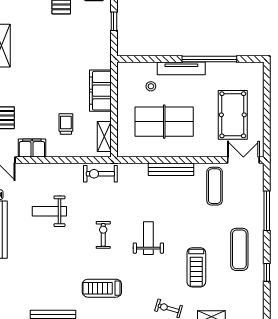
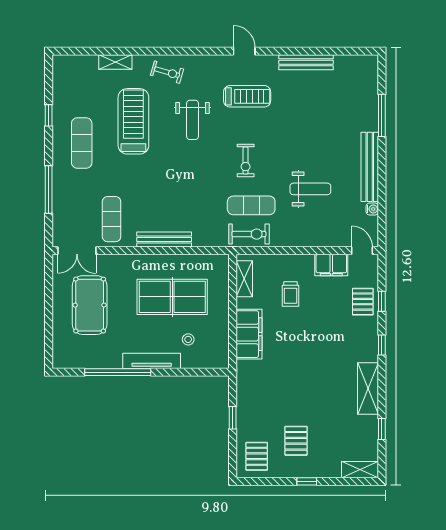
exercise mat: (98, 198) -> (251, 205), added
weight bench: (148, 238) -> (193, 120), moved
treadmill: (196, 267) -> (133, 121), width x1.37, depth x1.38

